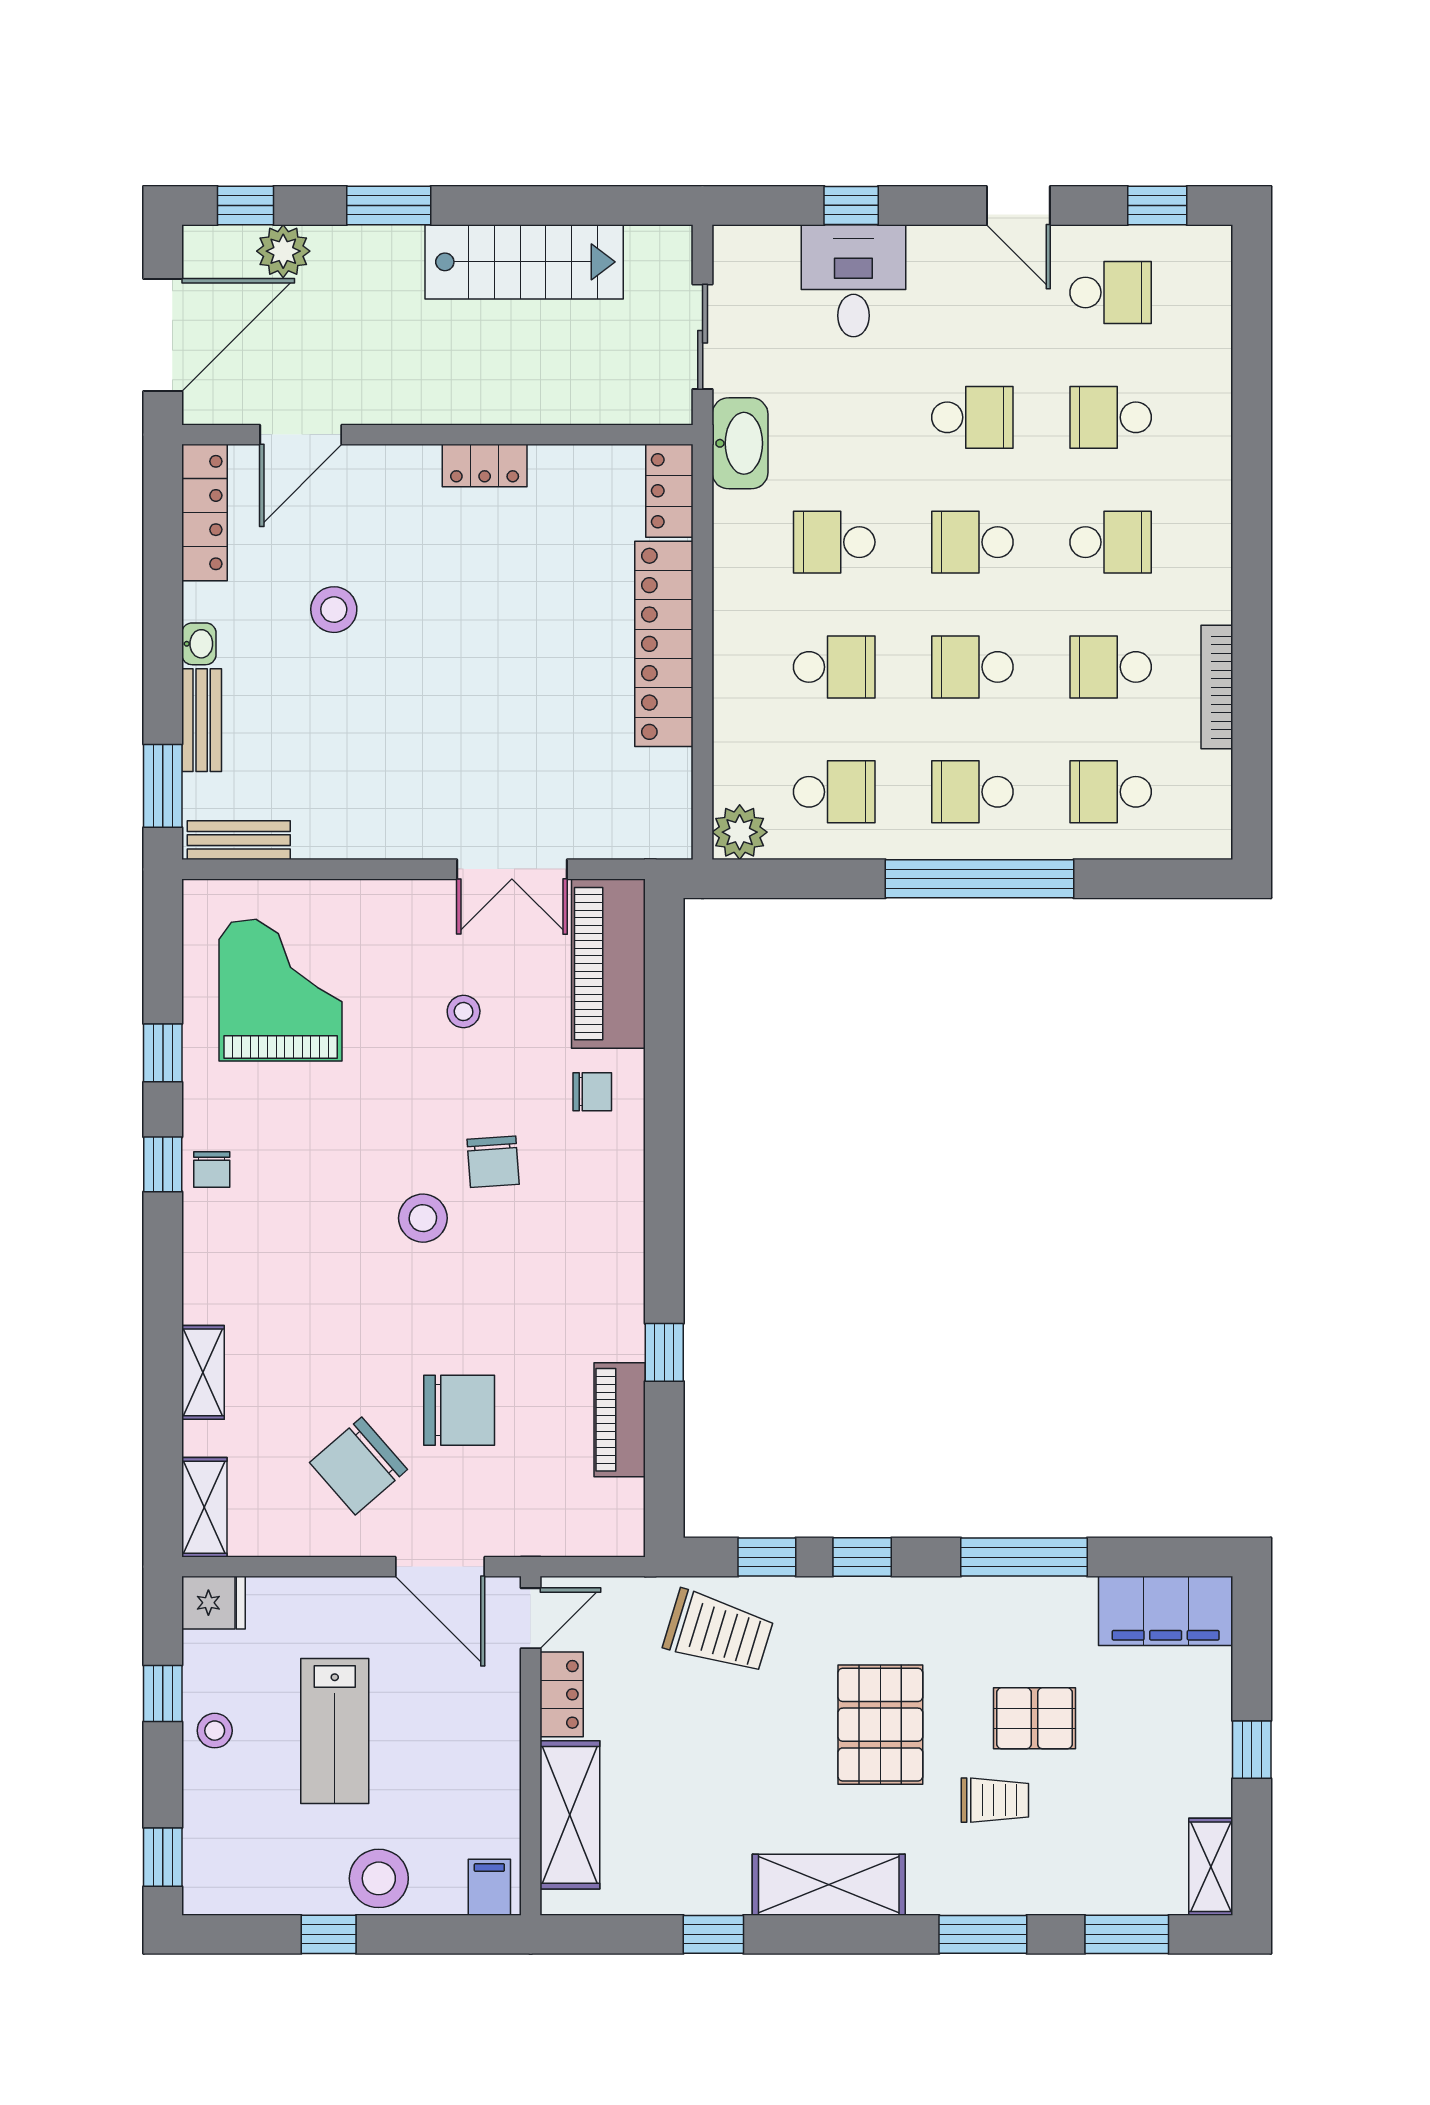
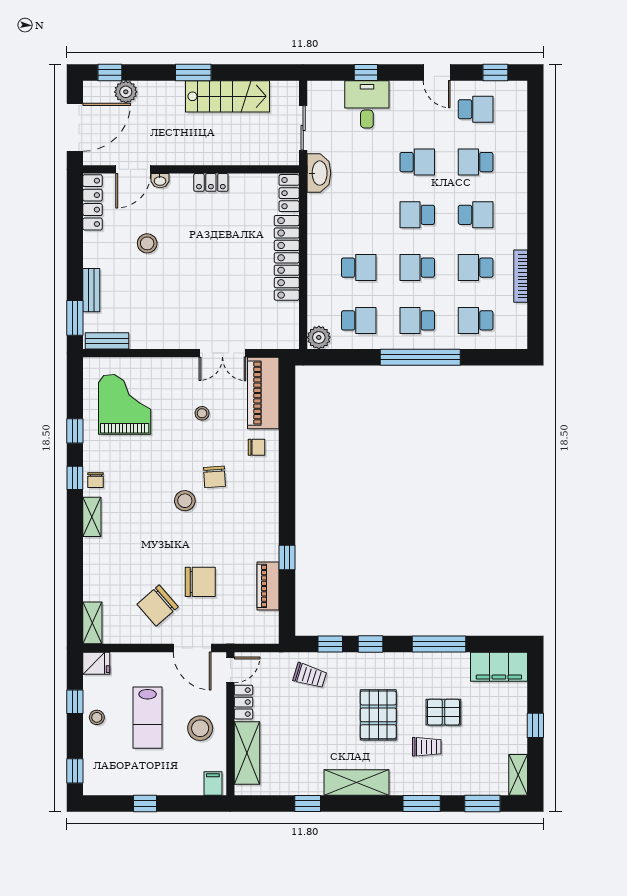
window: (389, 205) -> (193, 72), moved
school desk: (834, 542) -> (359, 215), removed
washbasin: (199, 644) -> (160, 181), moved, turned 90
shelving: (203, 1372) -> (92, 517), moved
trolley: (718, 1632) -> (310, 676), width x0.73, depth x0.72
stool: (379, 1878) -> (200, 728), moved

